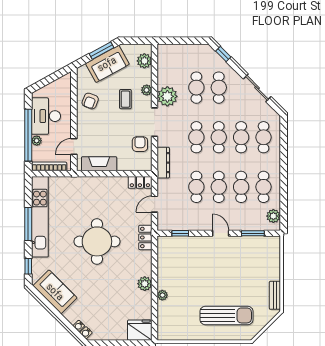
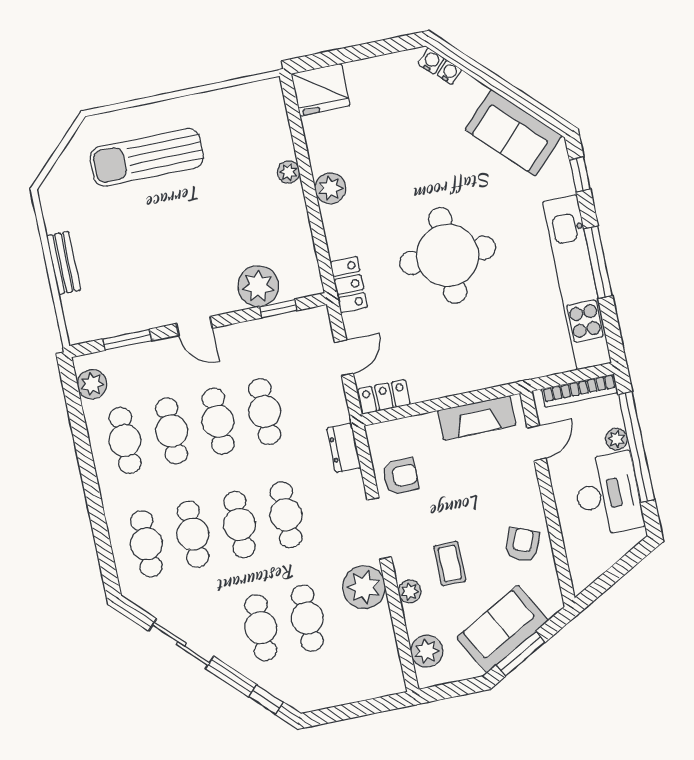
armchair: (140, 144) -> (400, 476), turned -90
dresser: (163, 163) -> (344, 448), width x0.70
plant: (187, 245) -> (258, 286), added
bench: (275, 295) -> (64, 263), moved

